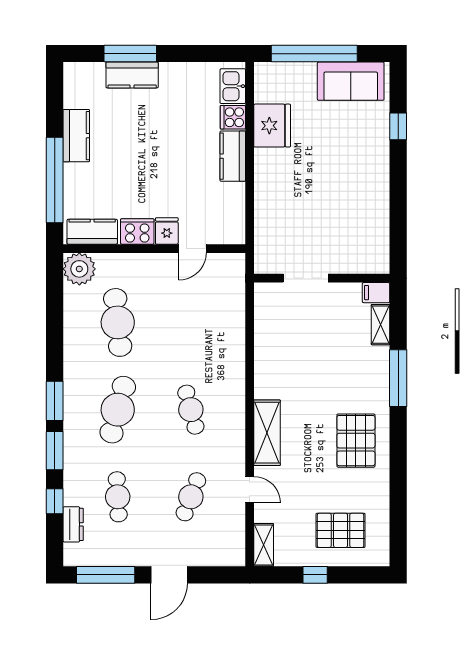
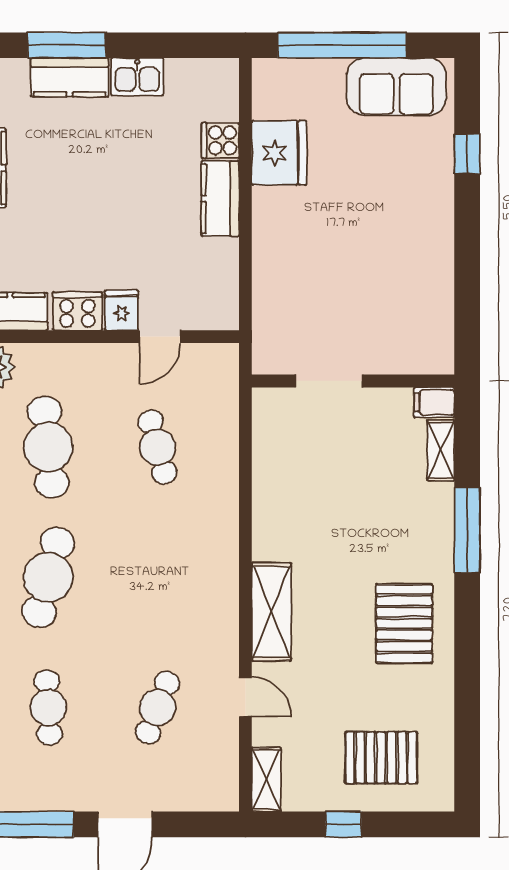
kitchen sink: (233, 86) -> (137, 77), moved, turned -90
cafe table: (191, 410) -> (158, 447), moved

